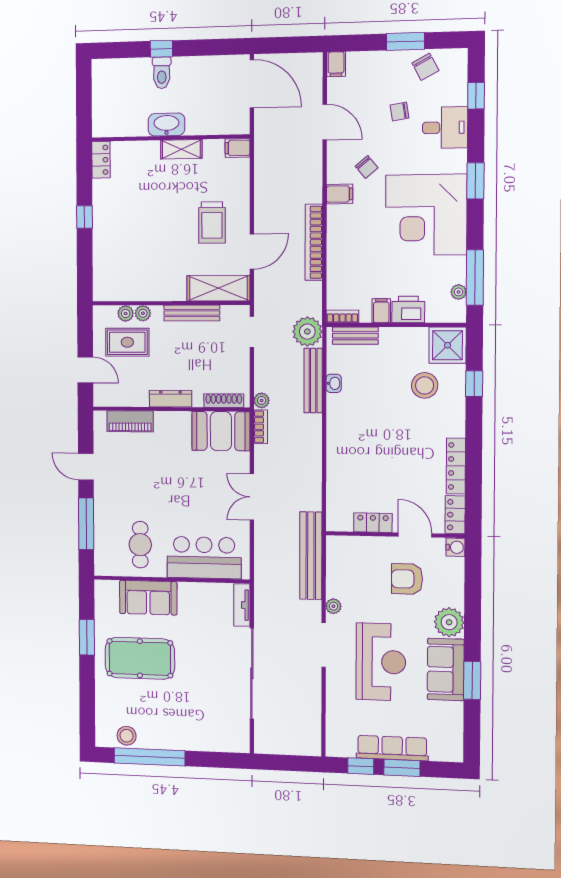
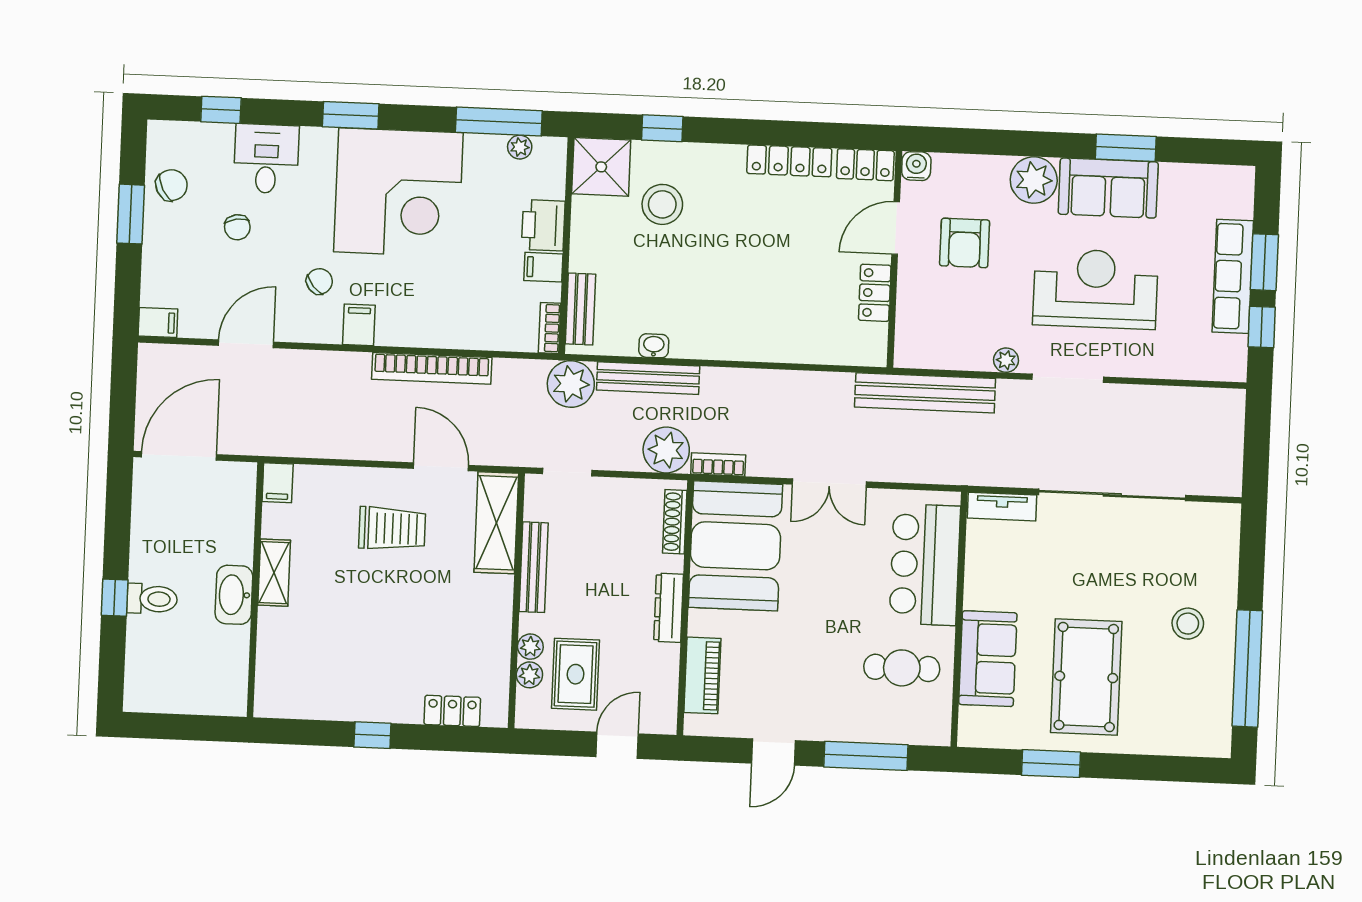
locker: (101, 160) -> (452, 711), moved
plant: (262, 400) -> (666, 450), width x1.87, depth x1.87
booth: (221, 431) -> (736, 546), width x1.36, depth x1.42
stool: (127, 736) -> (1188, 624), moved

